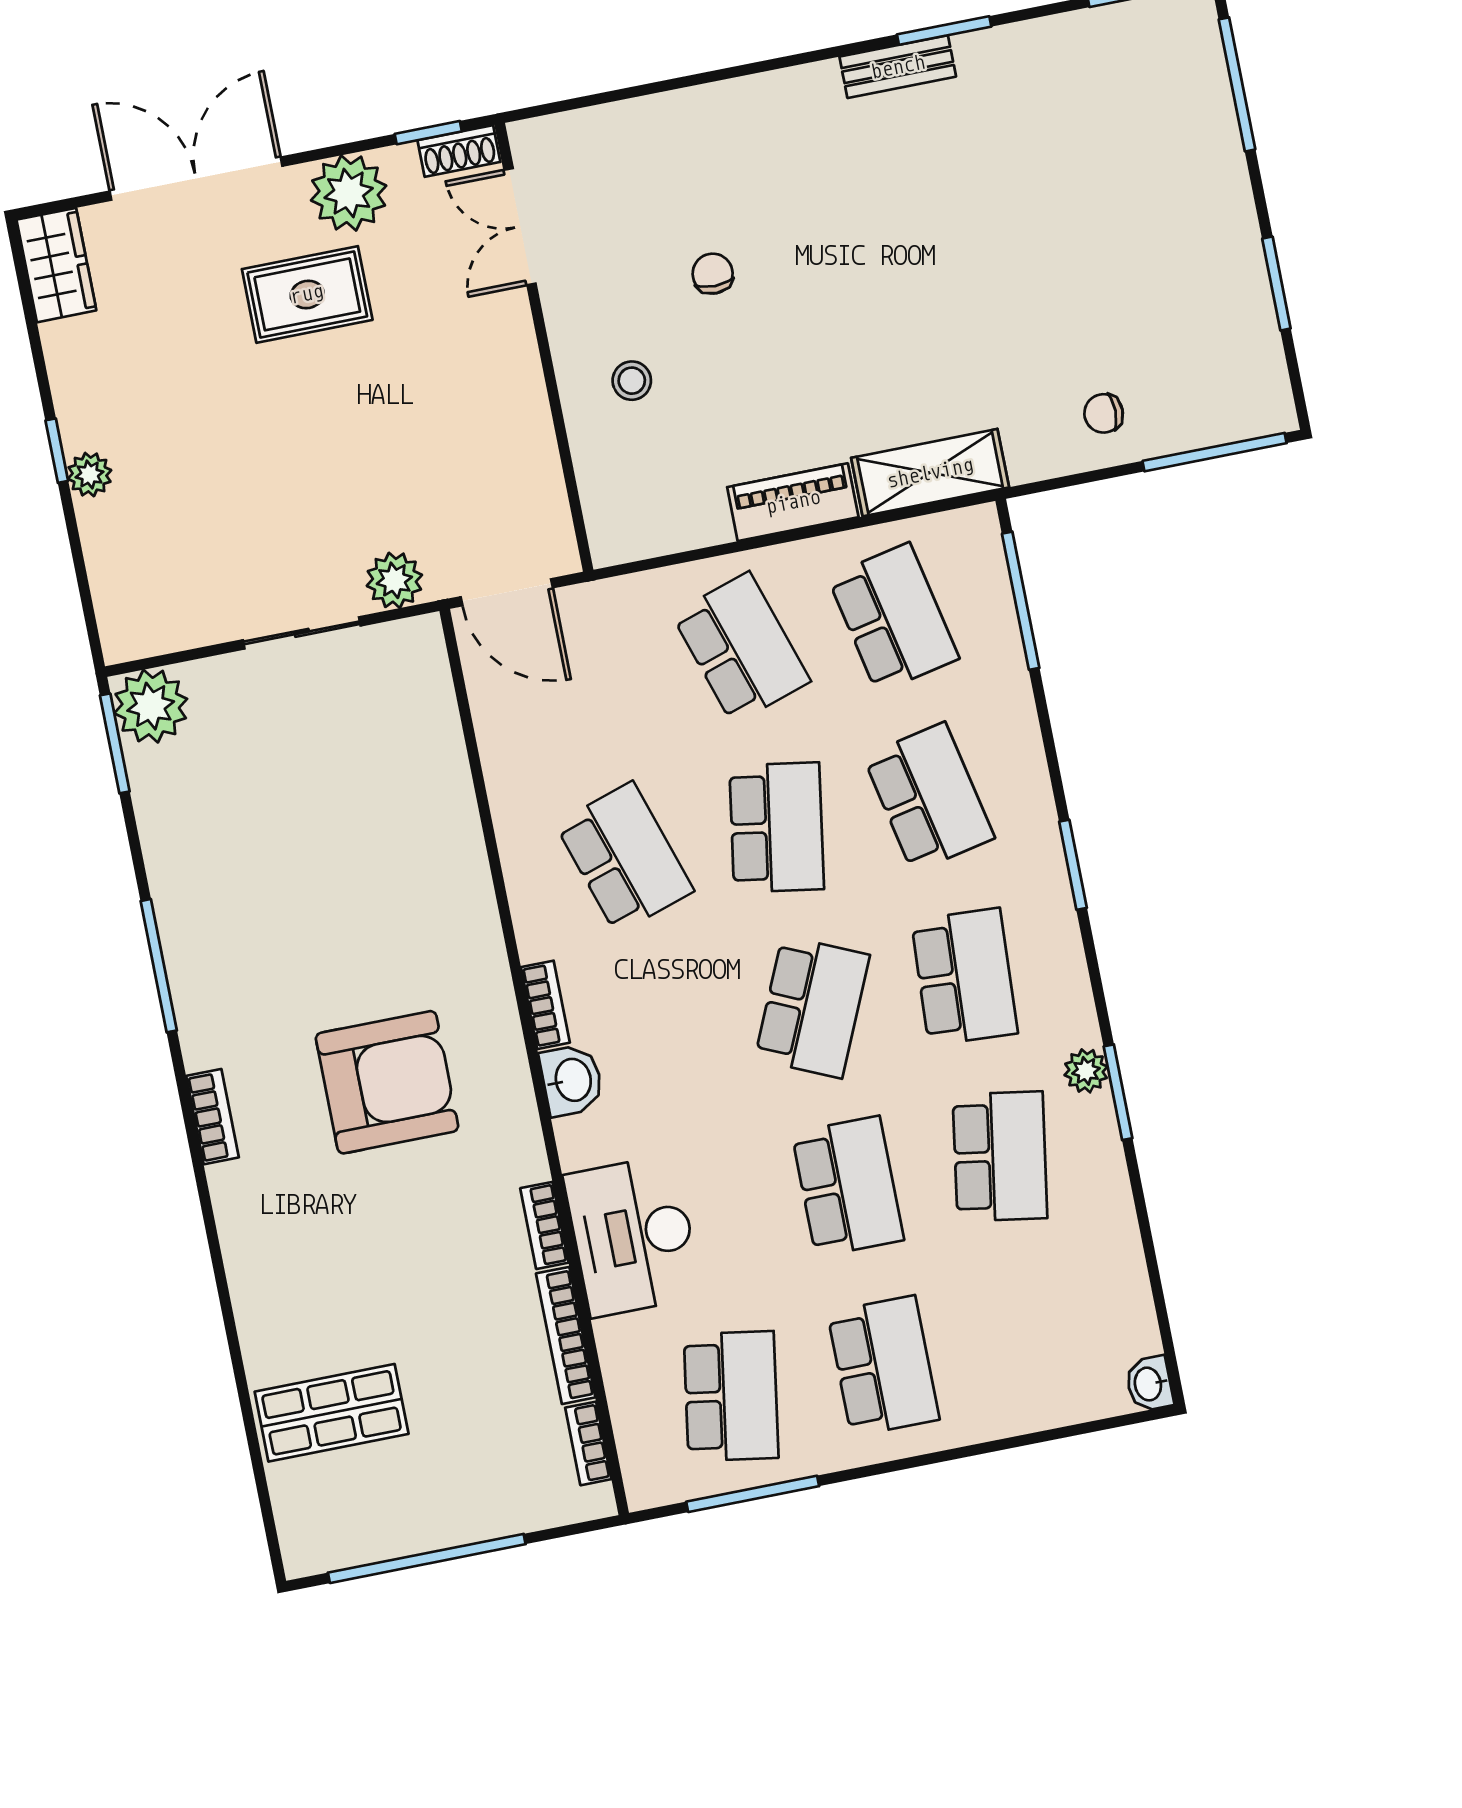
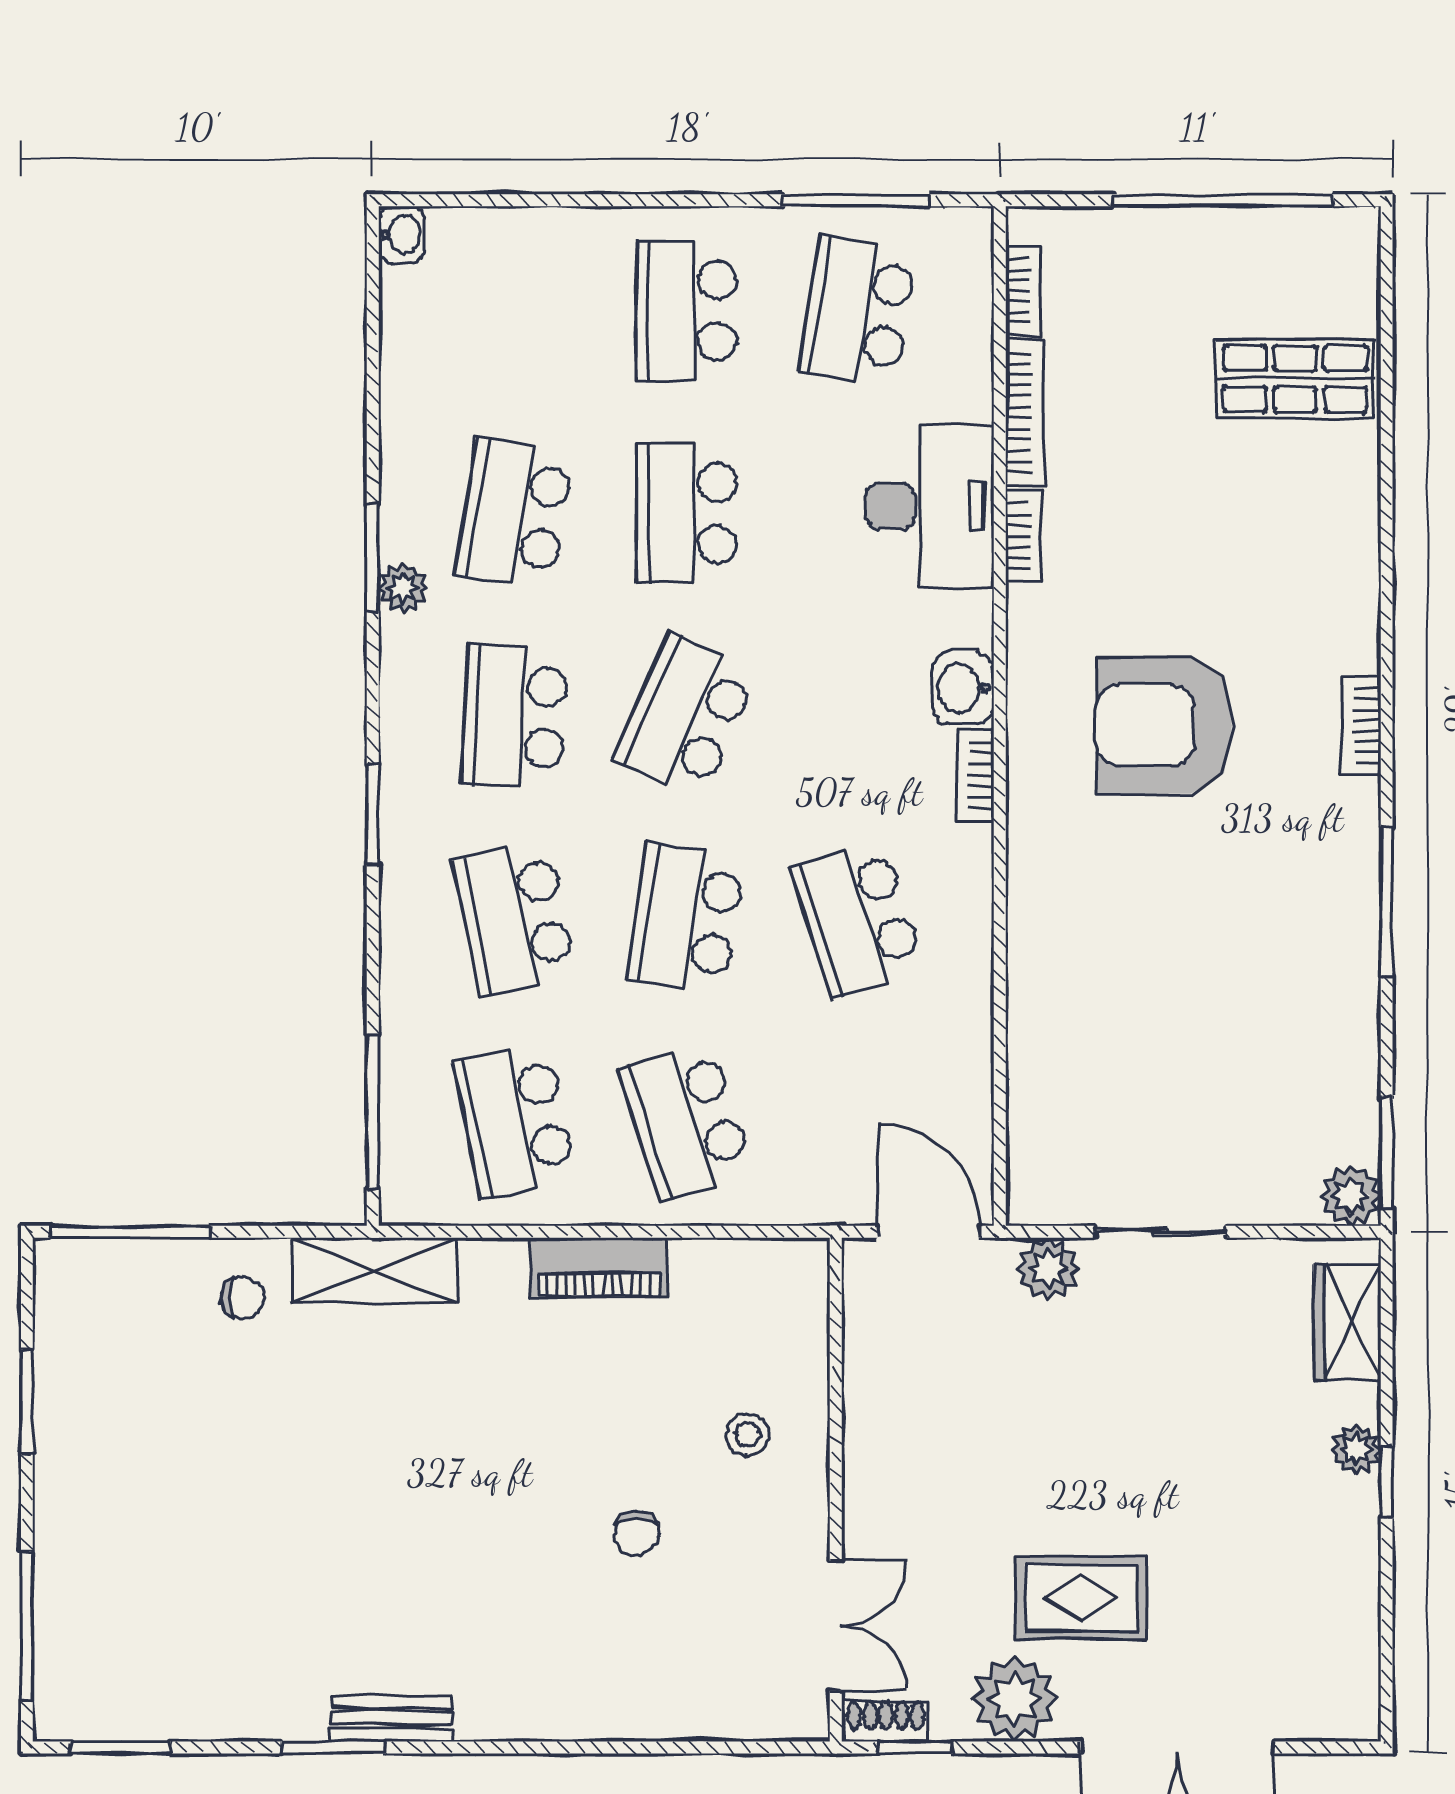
wardrobe: (56, 265) -> (1347, 1322), moved
shelving: (930, 473) -> (374, 1271), moved
plant: (151, 706) -> (1351, 1196), width x0.73, depth x0.73

